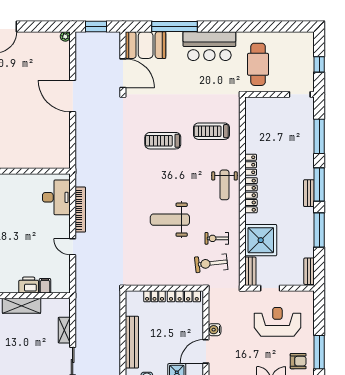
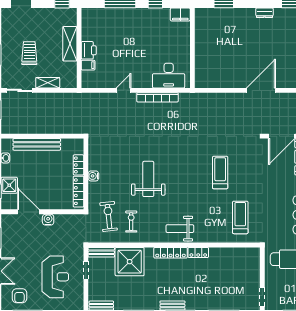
treadmill: (212, 131) -> (240, 217), moved
water cooler: (167, 280) -> (93, 176), added
trolley: (32, 350) -> (29, 53), added

